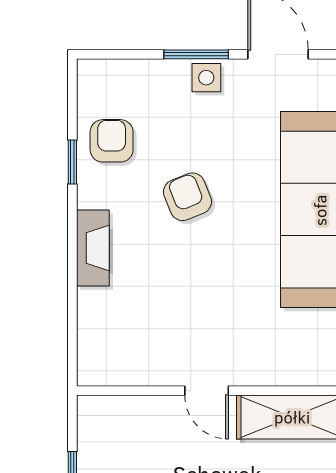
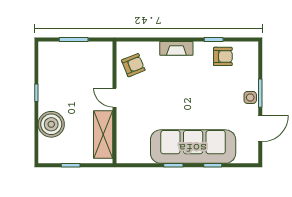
armchair: (188, 197) -> (133, 65), moved
door: (207, 391) -> (115, 98), hinge flipped

